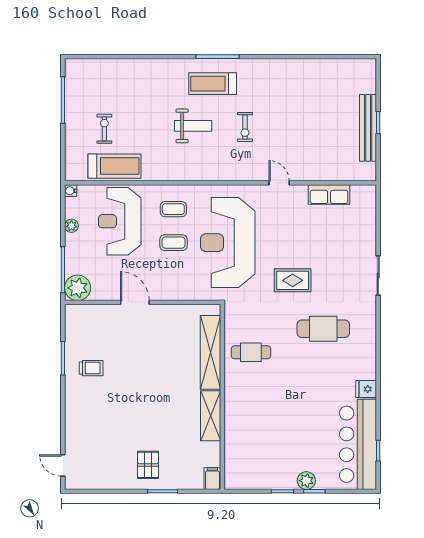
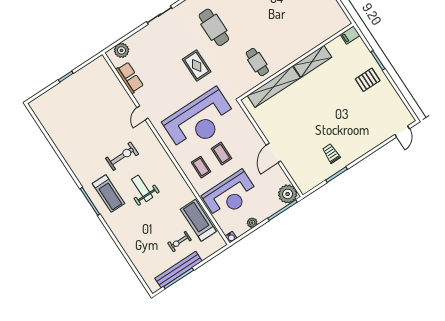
exercise bike: (245, 127) -> (122, 156), width x1.38, depth x1.39
bench: (368, 128) -> (178, 270), moved
plant: (366, 206) -> (121, 50), added

